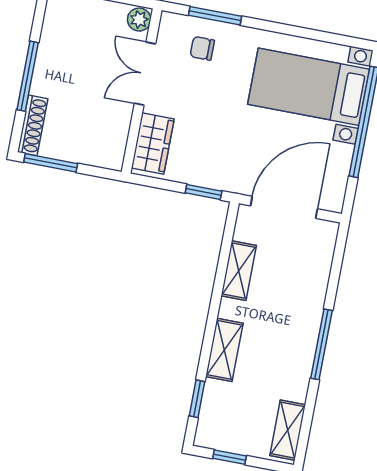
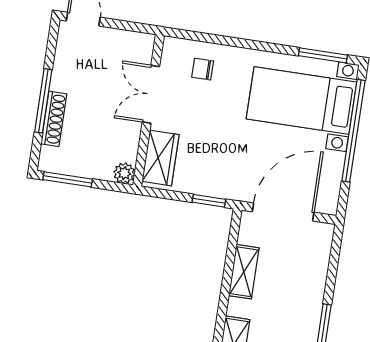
window: (215, 16) -> (323, 55), moved
plant: (139, 20) -> (124, 173), moved
shoe rack: (33, 125) -> (54, 119), moved

